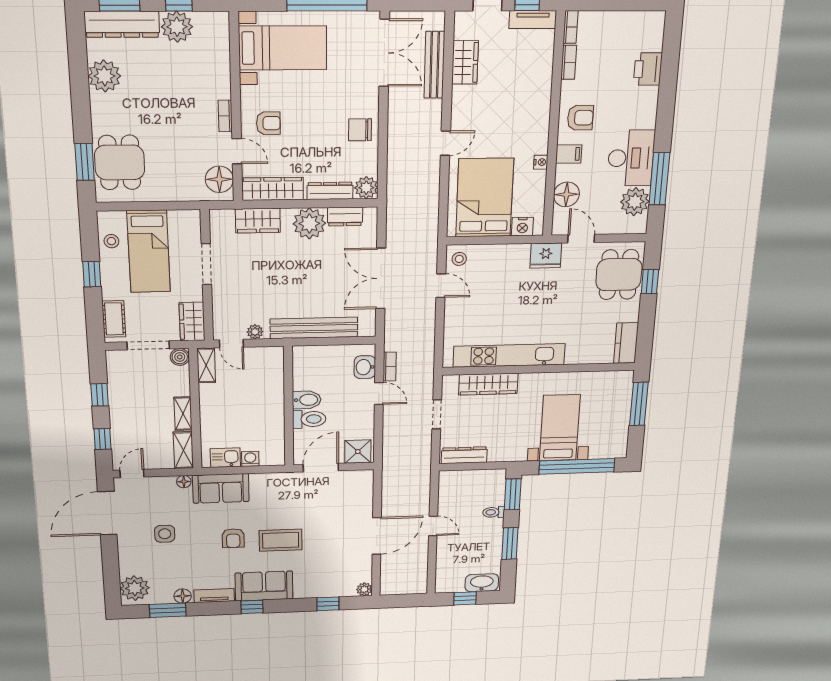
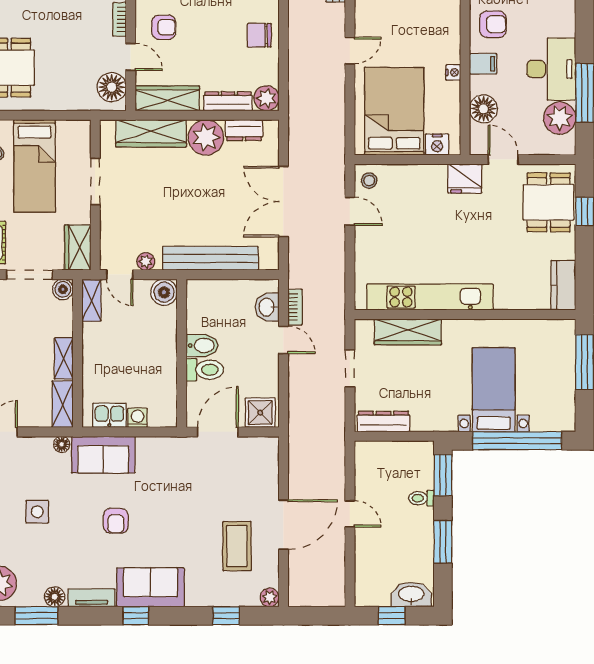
wardrobe: (258, 221) -> (151, 133), width x1.50
boiler: (272, 357) -> (164, 292), added
coffee table: (281, 540) -> (237, 546), moved, turned 90

